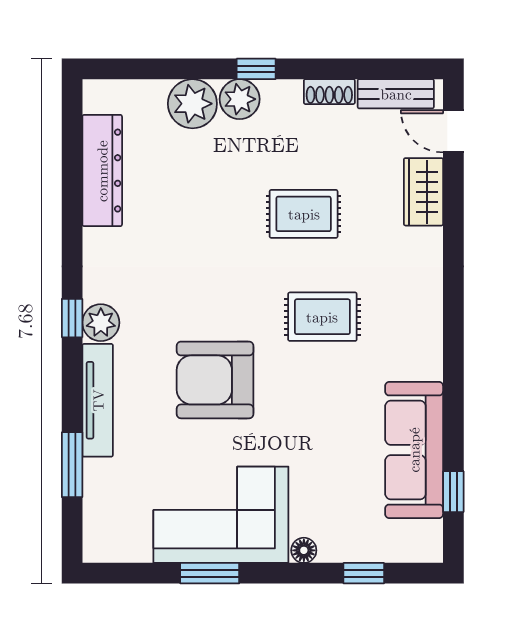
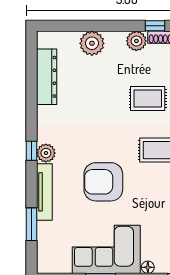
window: (256, 69) -> (155, 26), moved
plant: (240, 99) -> (136, 41), moved

